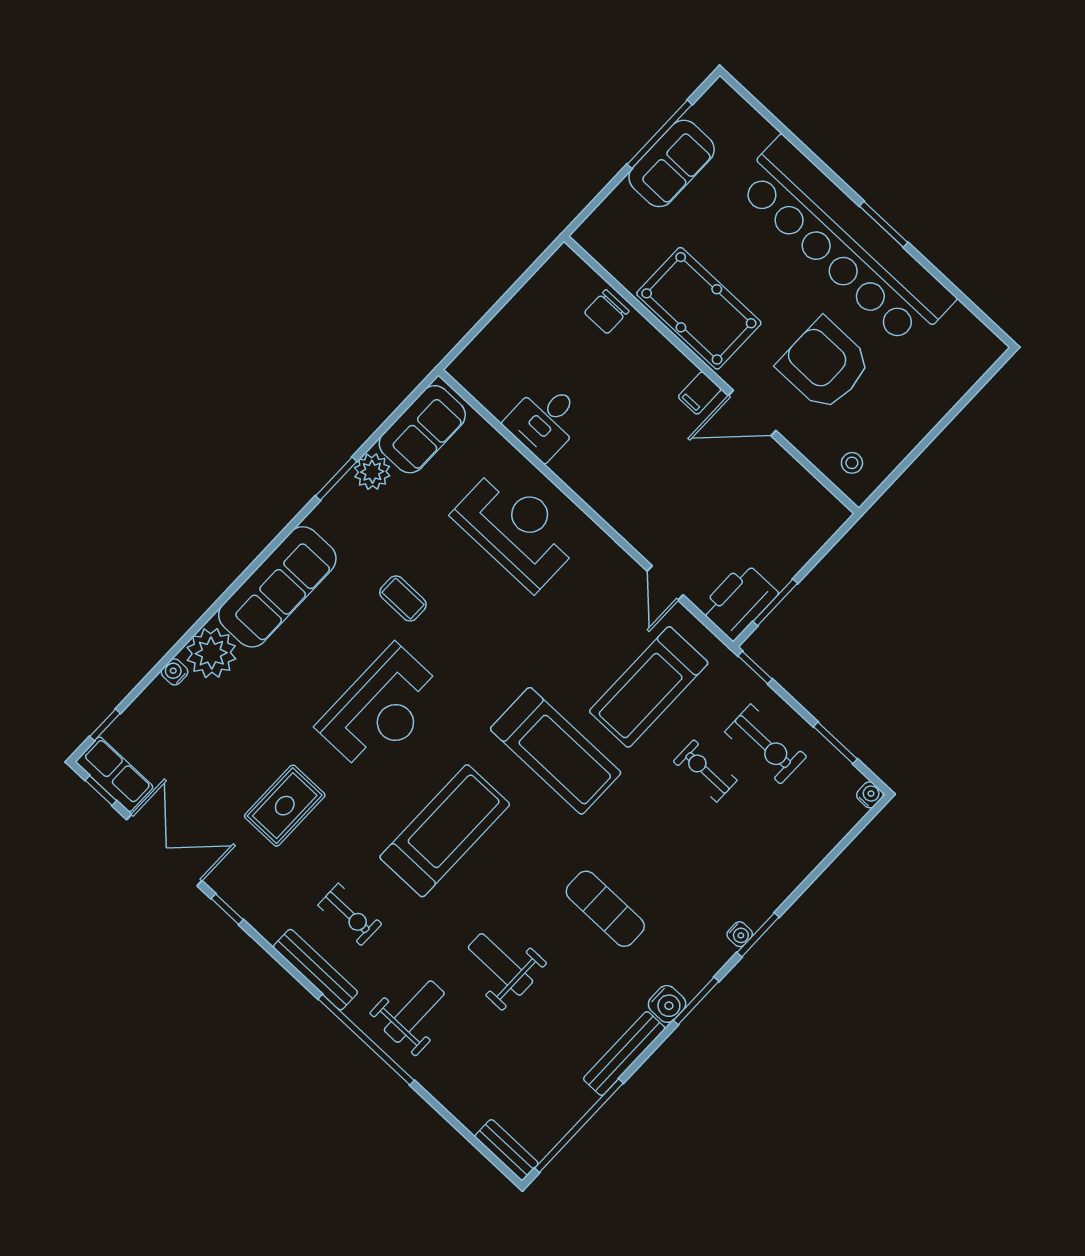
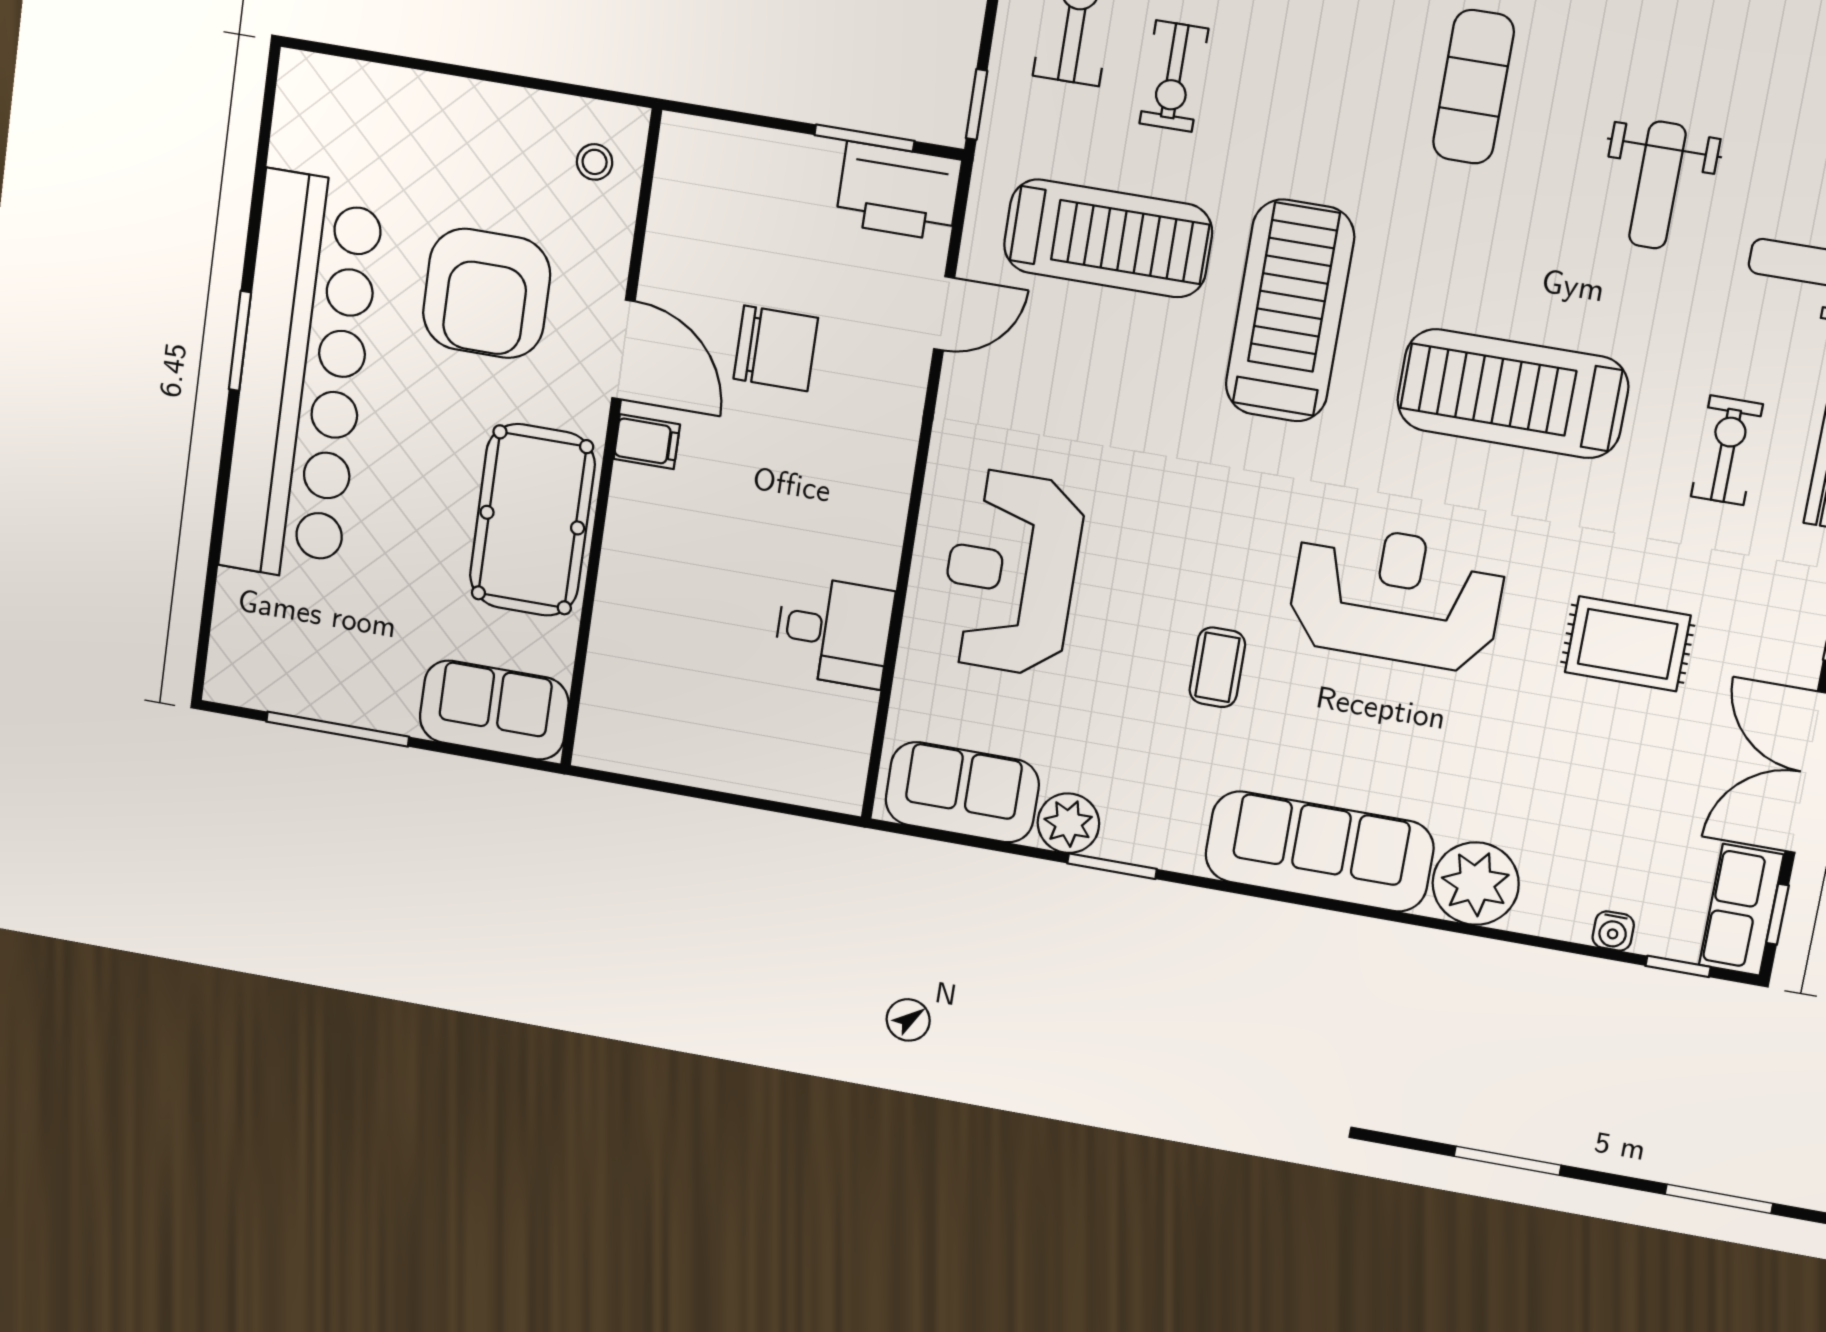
sofa: (672, 163) -> (494, 710), moved
chair: (607, 312) -> (776, 348), moved, width x1.37, depth x1.37
water cooler: (175, 672) -> (1613, 931), moved

